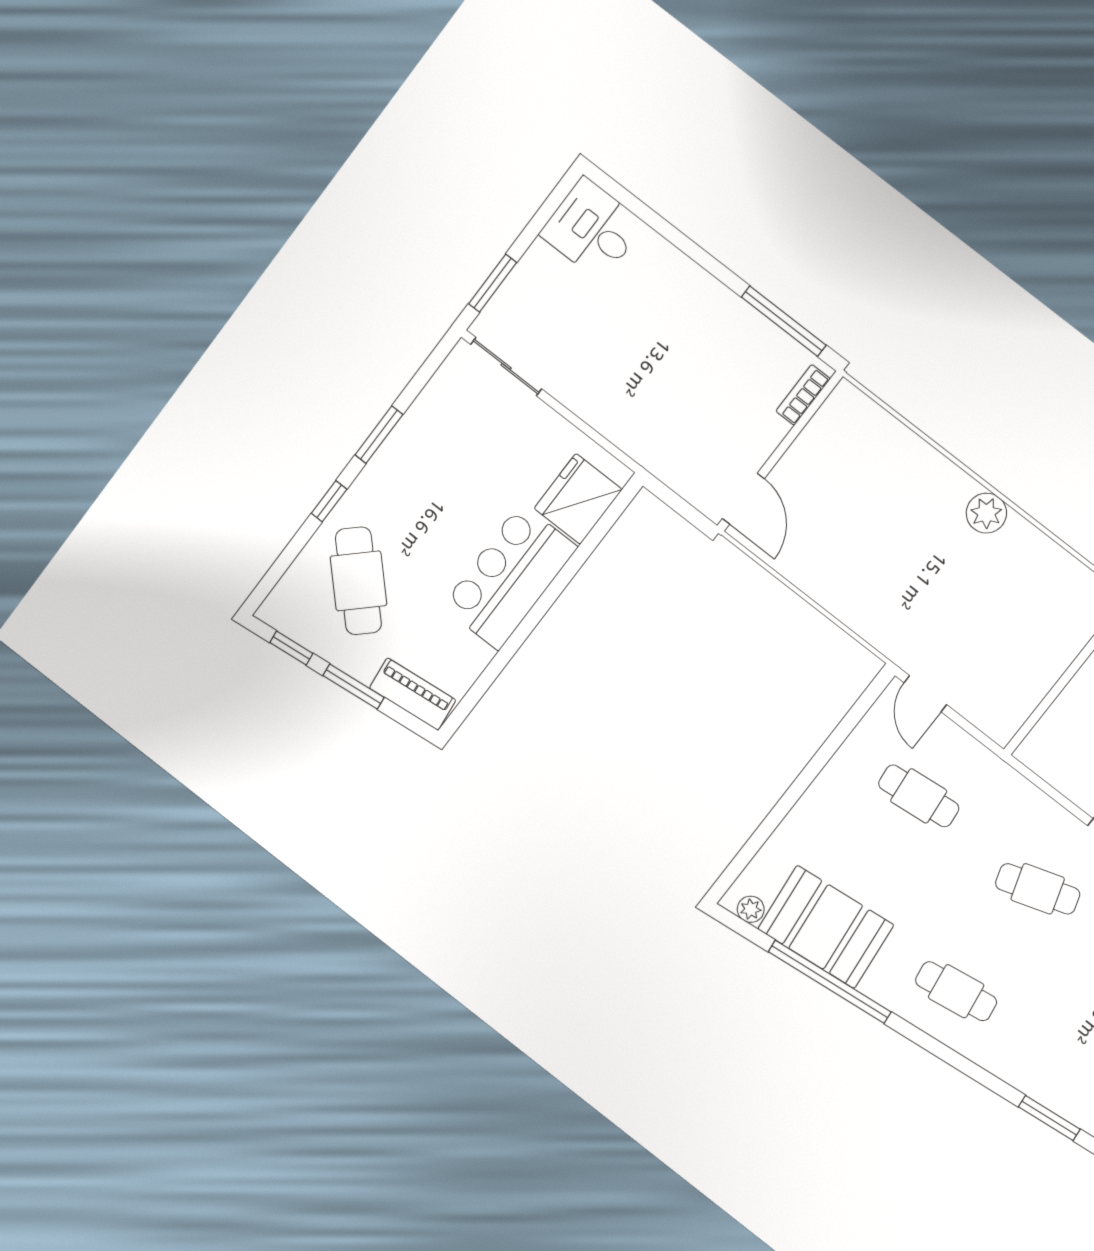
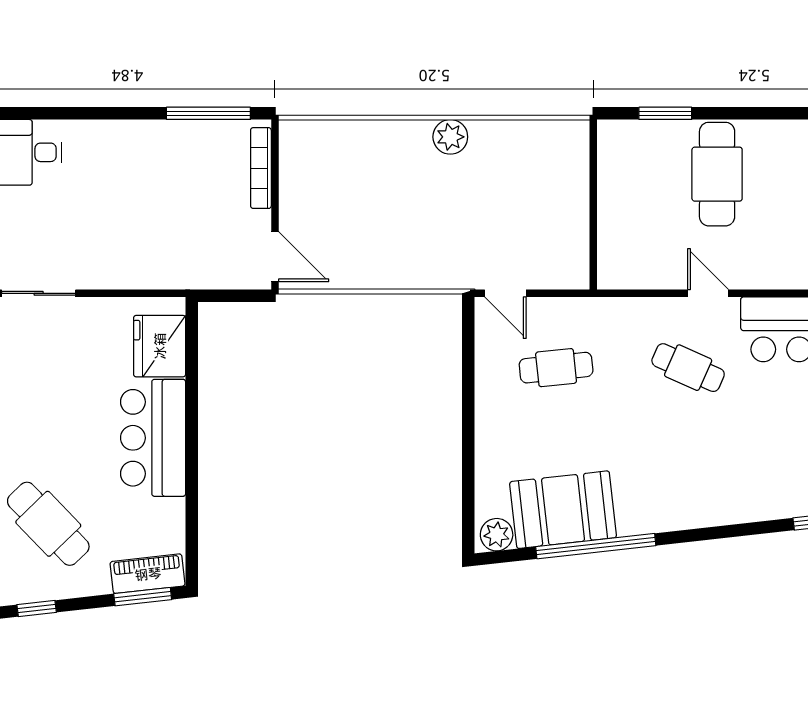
bookcase: (803, 395) -> (261, 168), width x1.56
window: (353, 686) -> (143, 597), moved
cafe table: (1038, 889) -> (688, 368), turned 42
plant: (751, 909) -> (497, 535), width x1.38, depth x1.38
cafe table: (956, 991) -> (688, 483), removed

